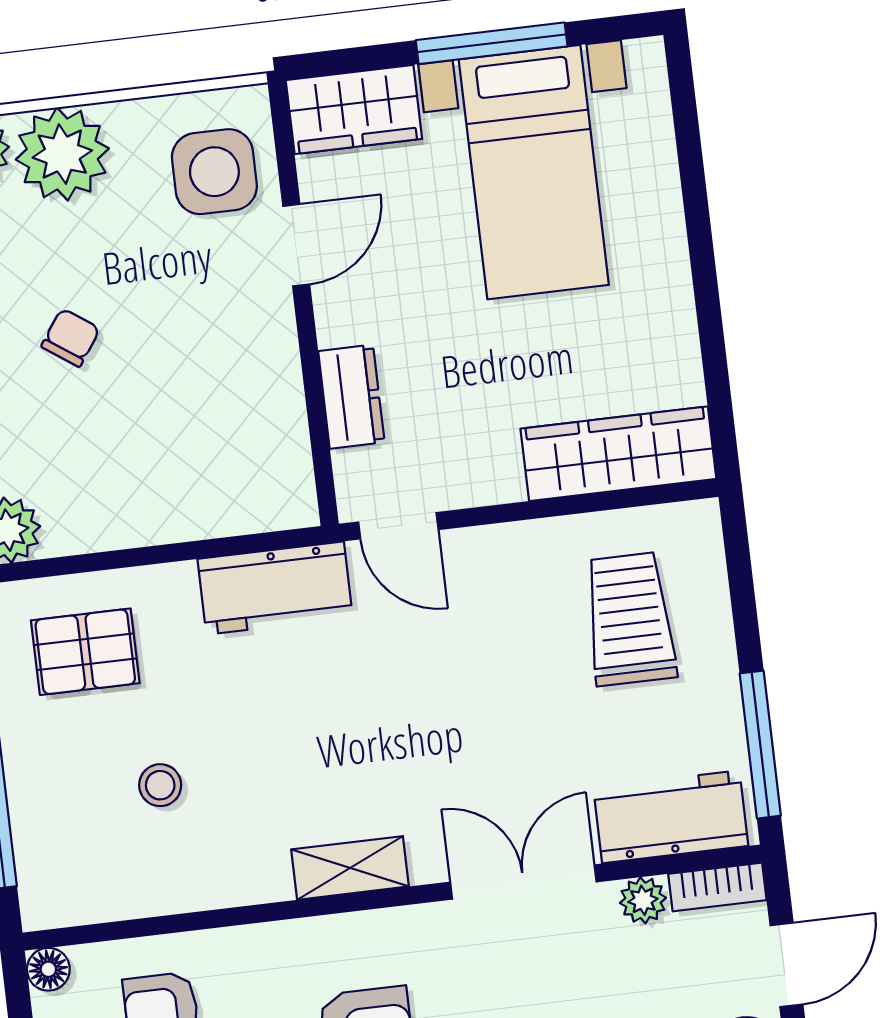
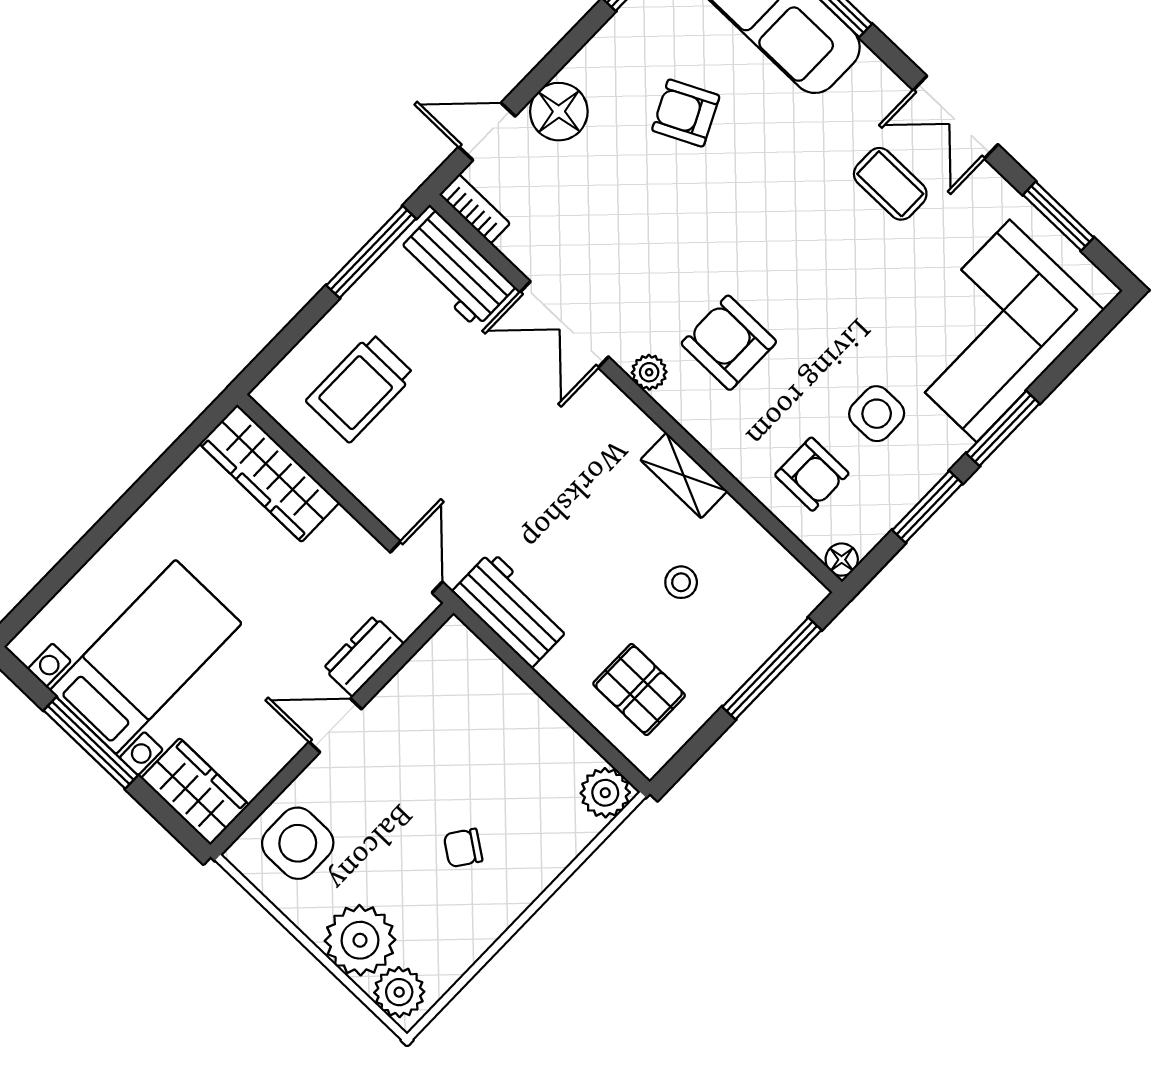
door: (296, 245) -> (335, 725), moved
shelving: (350, 868) -> (684, 475), moved
plant: (643, 900) -> (649, 372), moved

